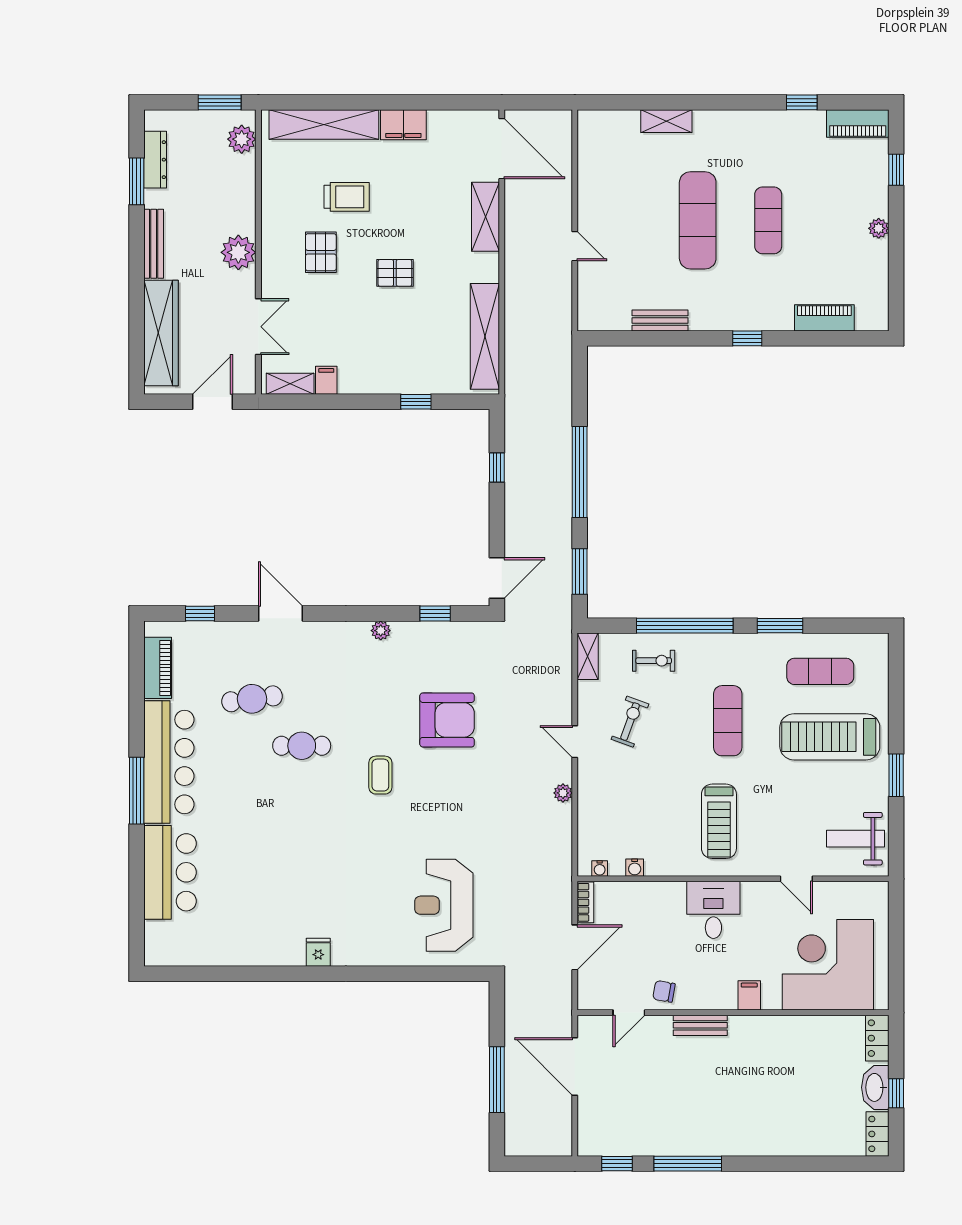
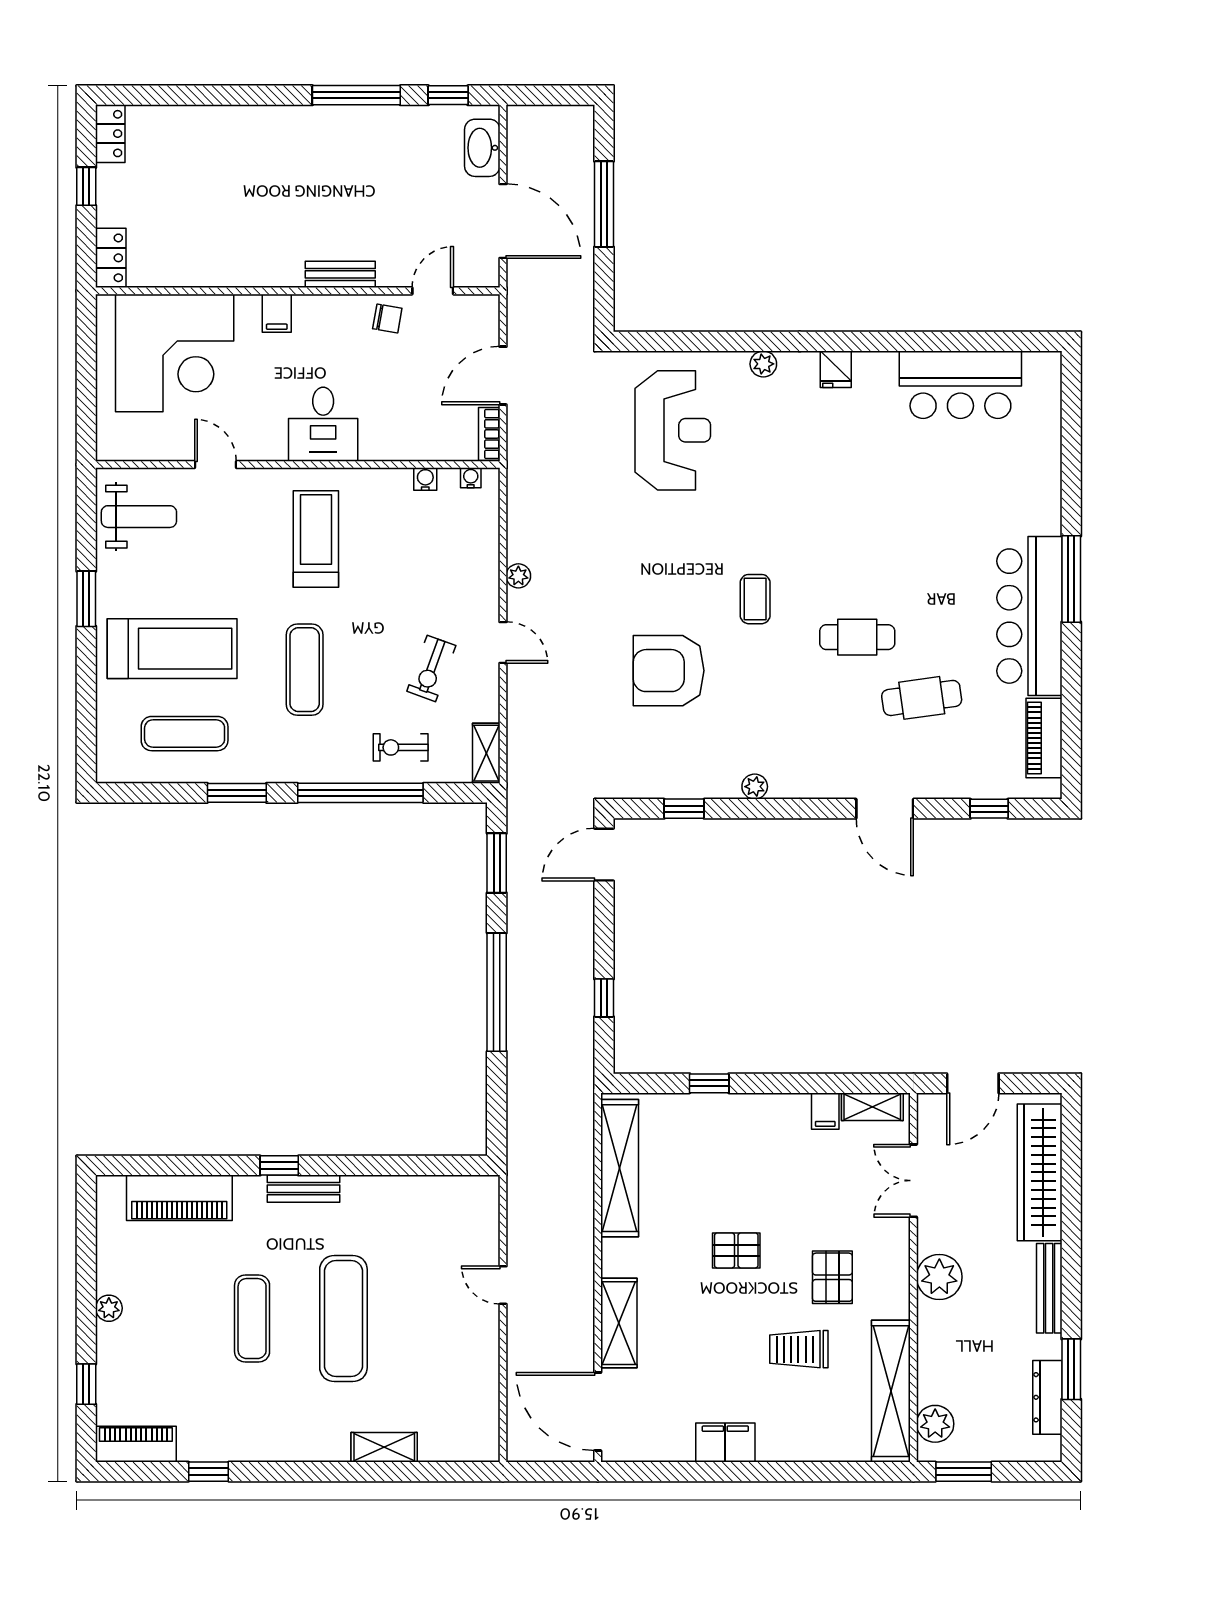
shelving: (324, 125) -> (891, 1391), moved, turned 90
piano: (824, 318) -> (179, 1198), width x1.37, depth x1.33
bench: (660, 321) -> (304, 1189), moved
bar counter: (170, 872) -> (960, 385), moved, turned -90
plant: (374, 956) -> (763, 364), added
washbasin: (875, 1087) -> (482, 148), moved, turned 180

